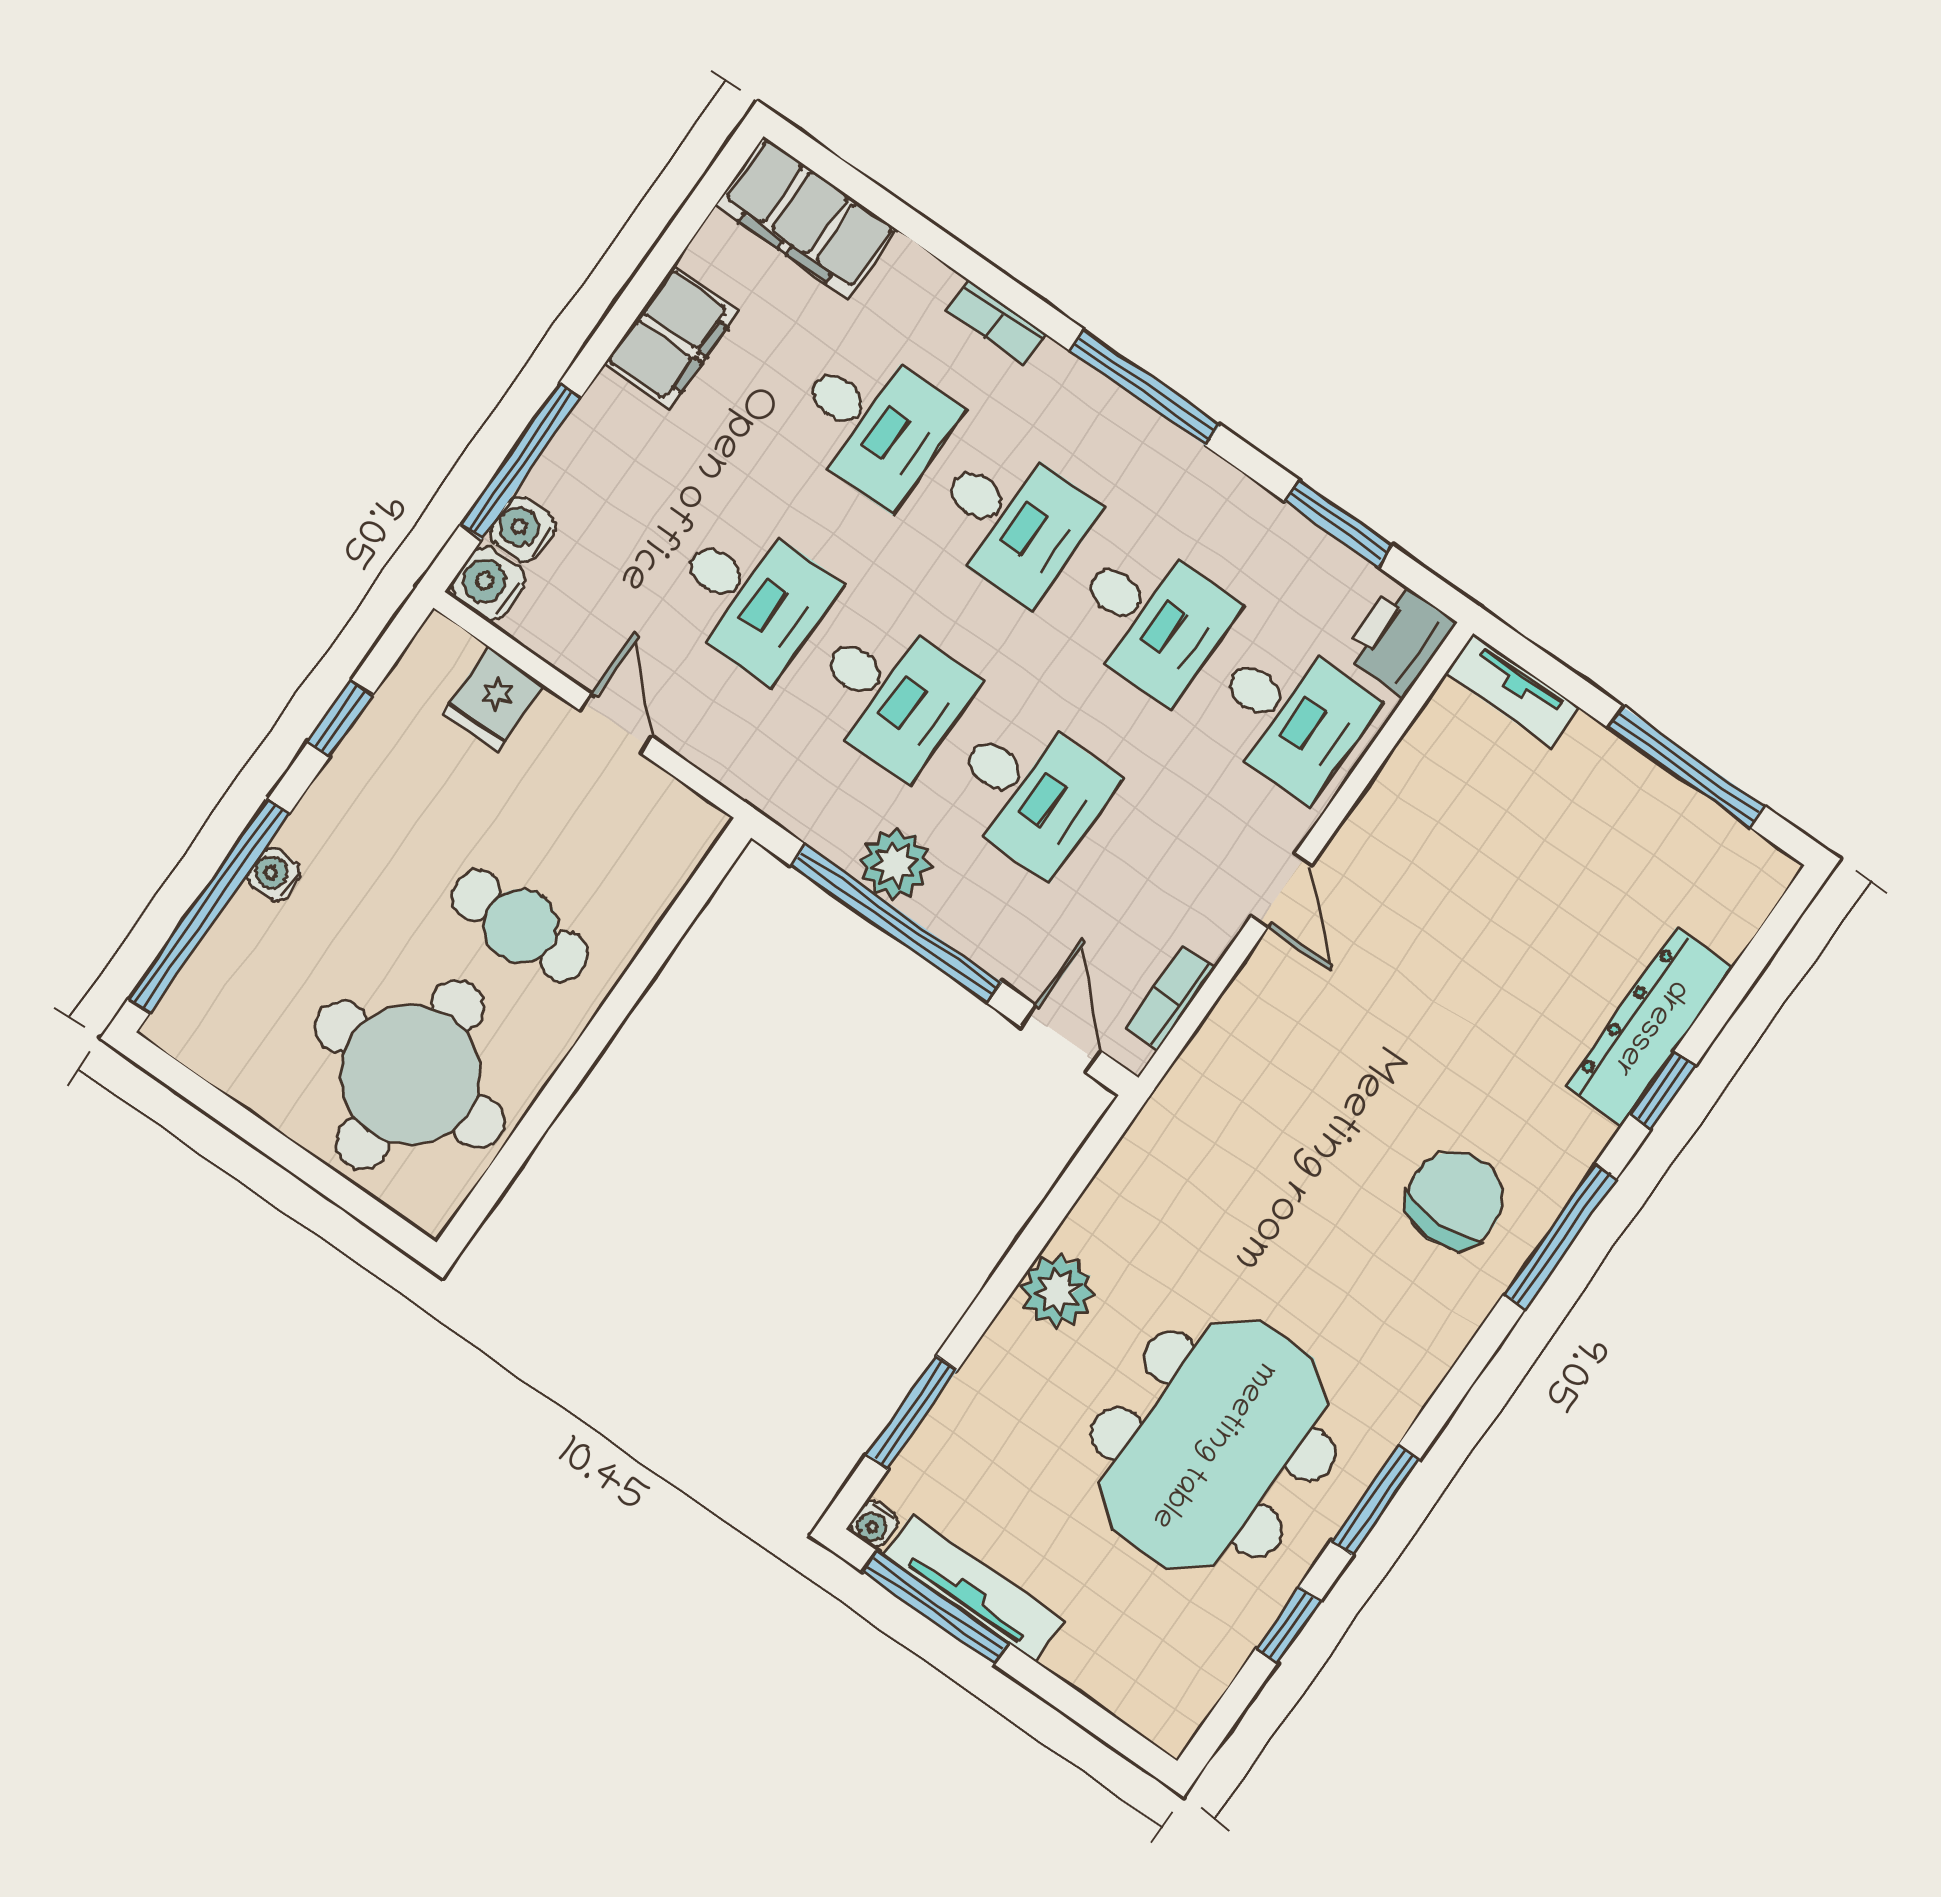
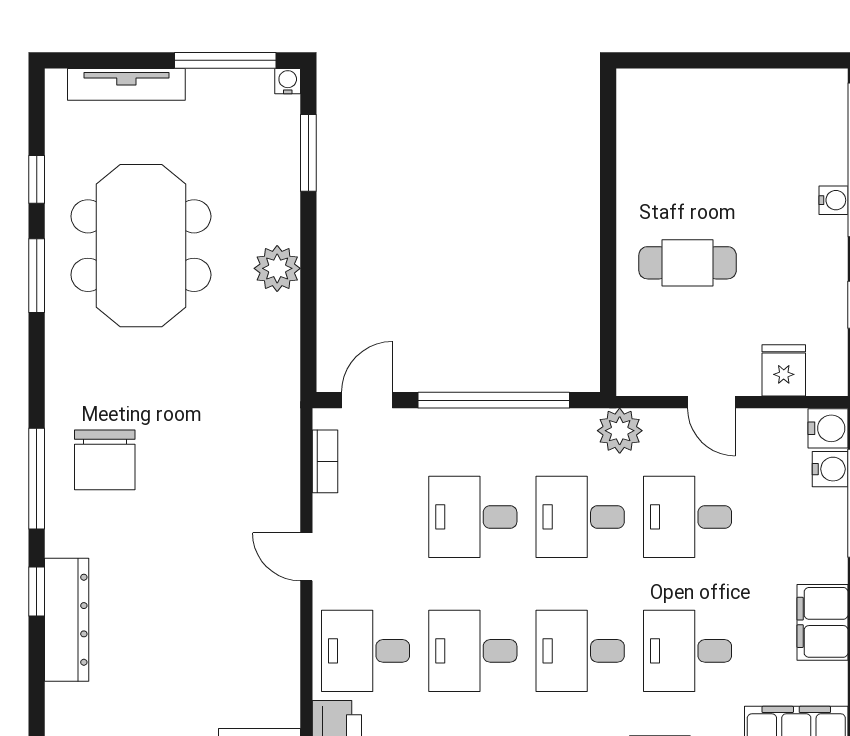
plant: (895, 864) -> (620, 431), moved
door: (1060, 1039) -> (367, 400), swing flipped
round table: (410, 1075) -> (691, 146), removed
tv unit: (974, 1588) -> (126, 84), moved

